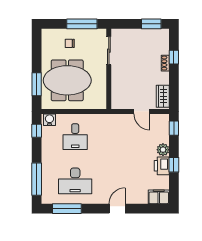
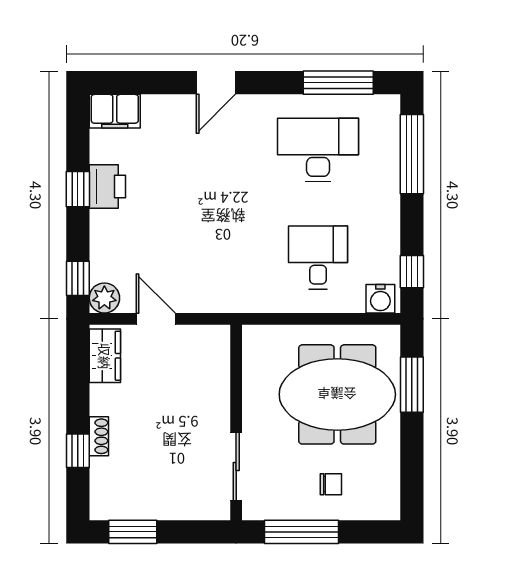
plant: (163, 150) -> (104, 298), moved

